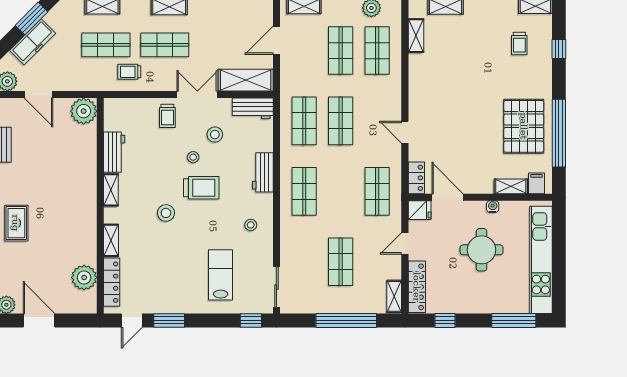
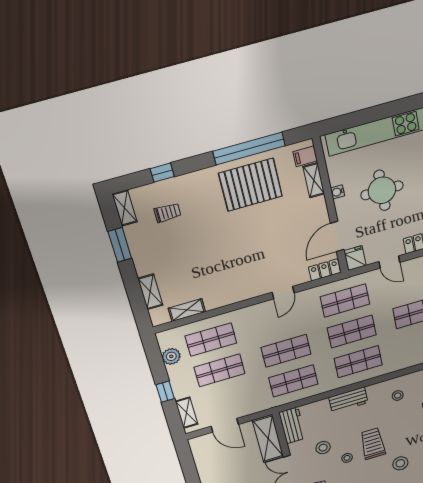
shop shelf: (341, 191) -> (352, 332), added

